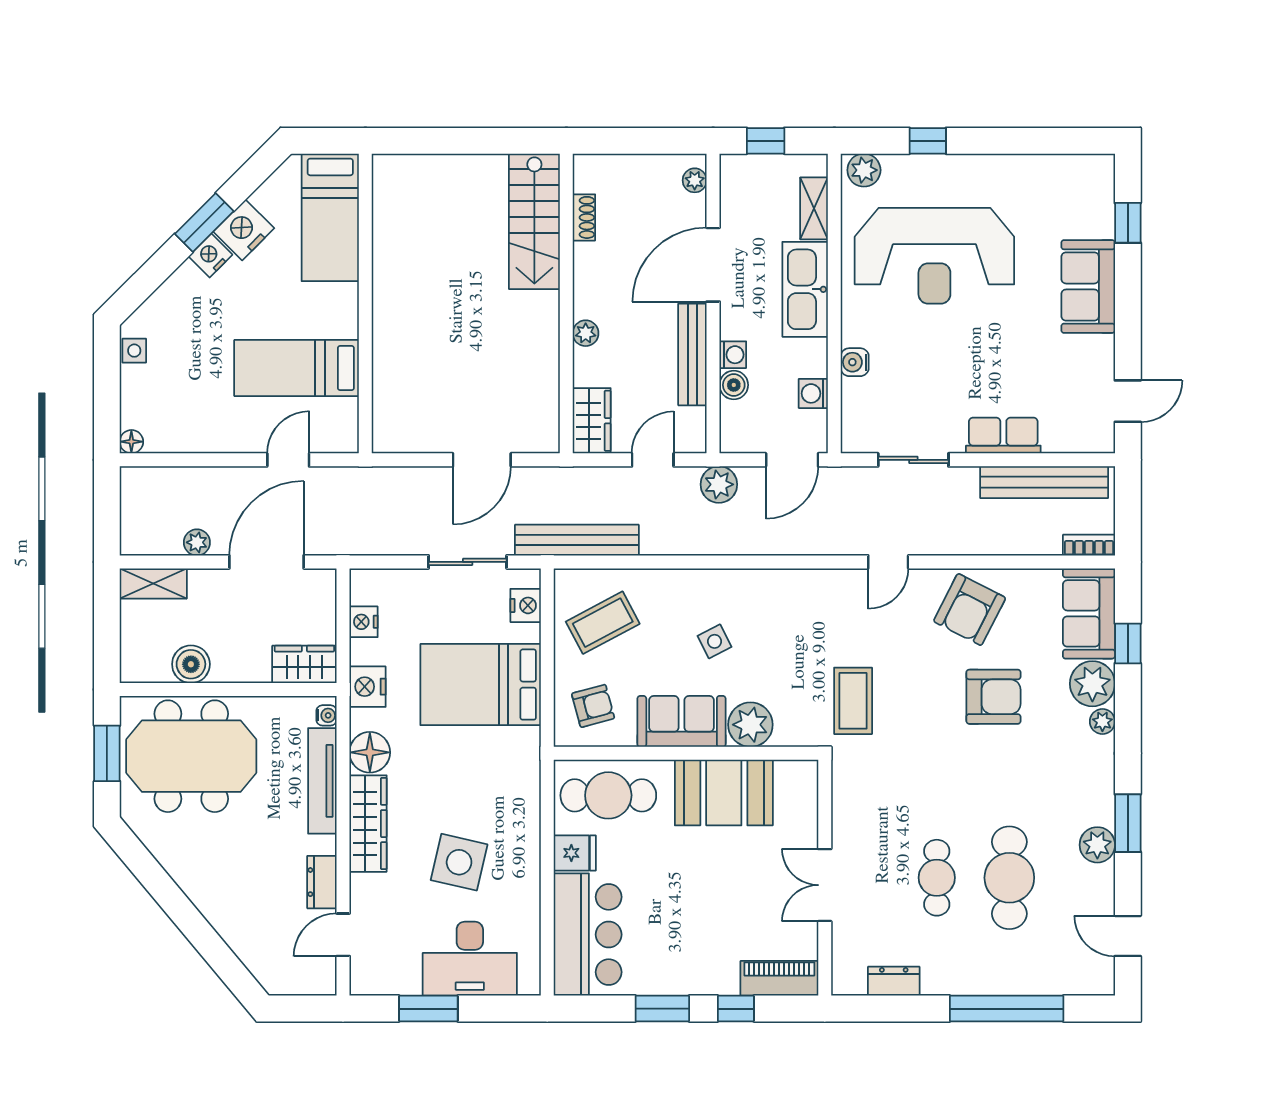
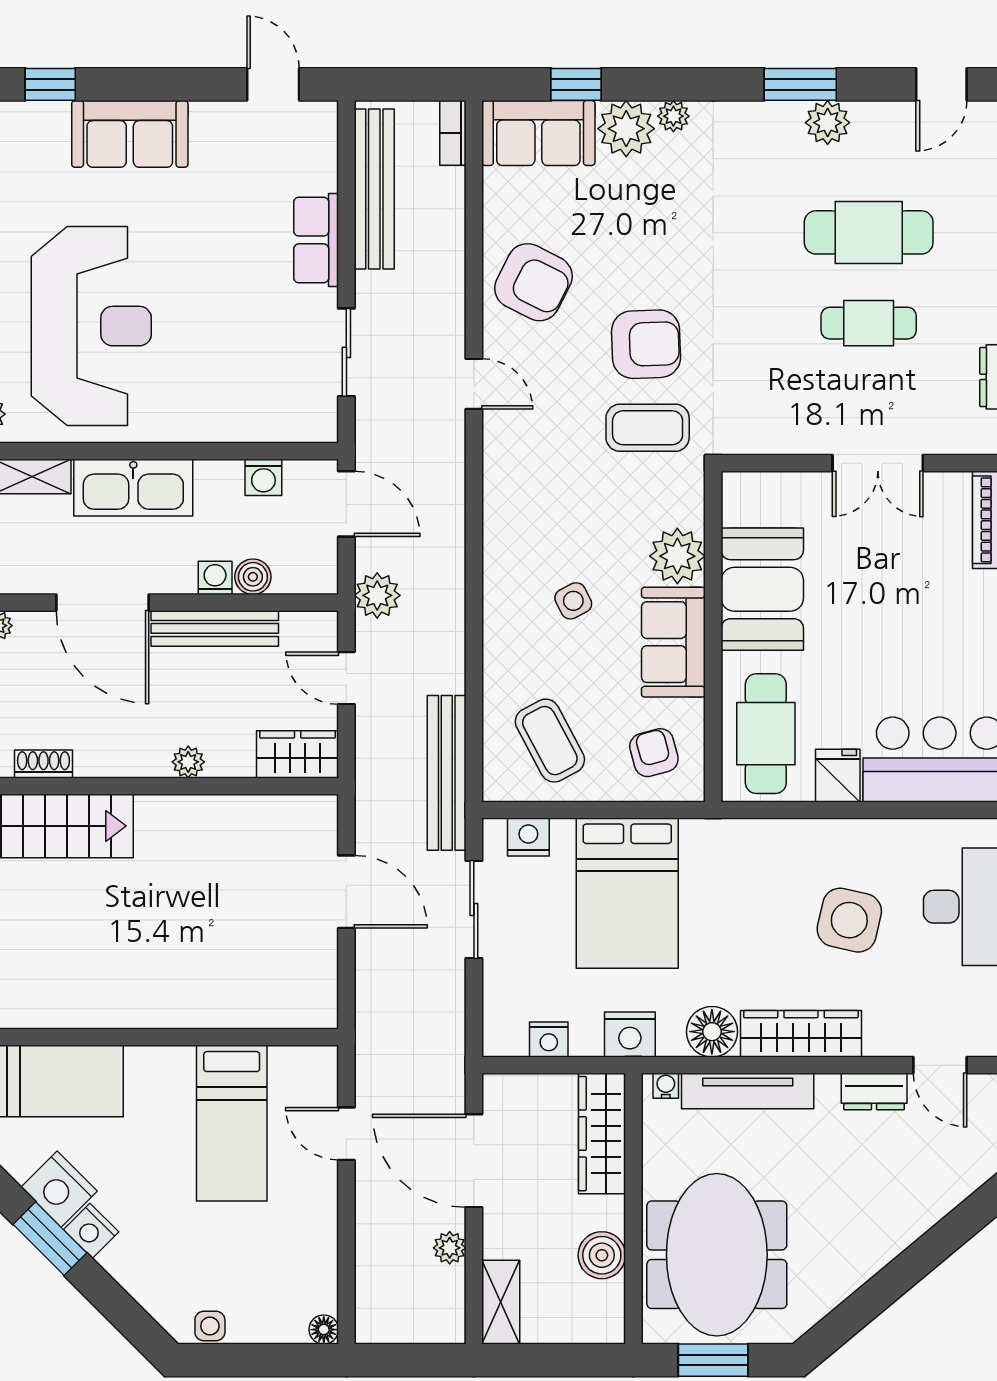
water cooler: (855, 362) -> (224, 426), removed
wardrobe: (304, 664) -> (602, 1134), width x1.50
armchair: (993, 697) -> (646, 344), moved, turned 88

